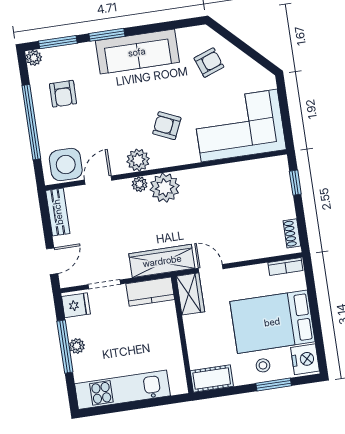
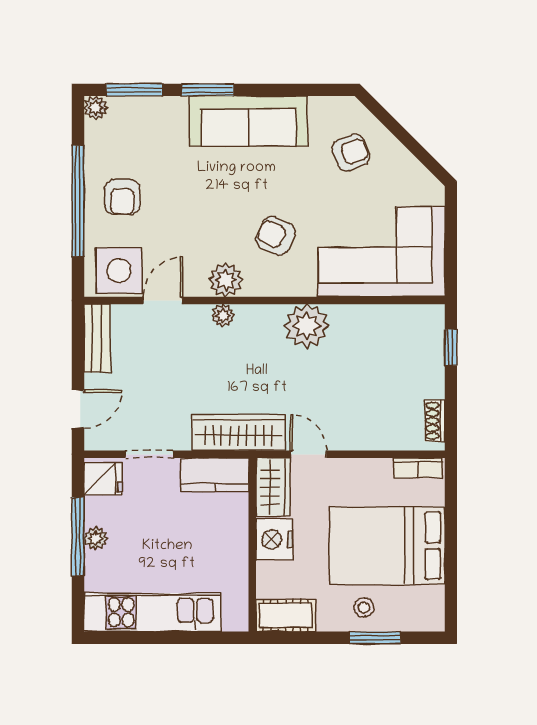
armchair: (63, 94) -> (122, 197), moved
plant: (165, 188) -> (307, 326), moved
nightstand: (305, 359) -> (274, 539), moved, turned 180

